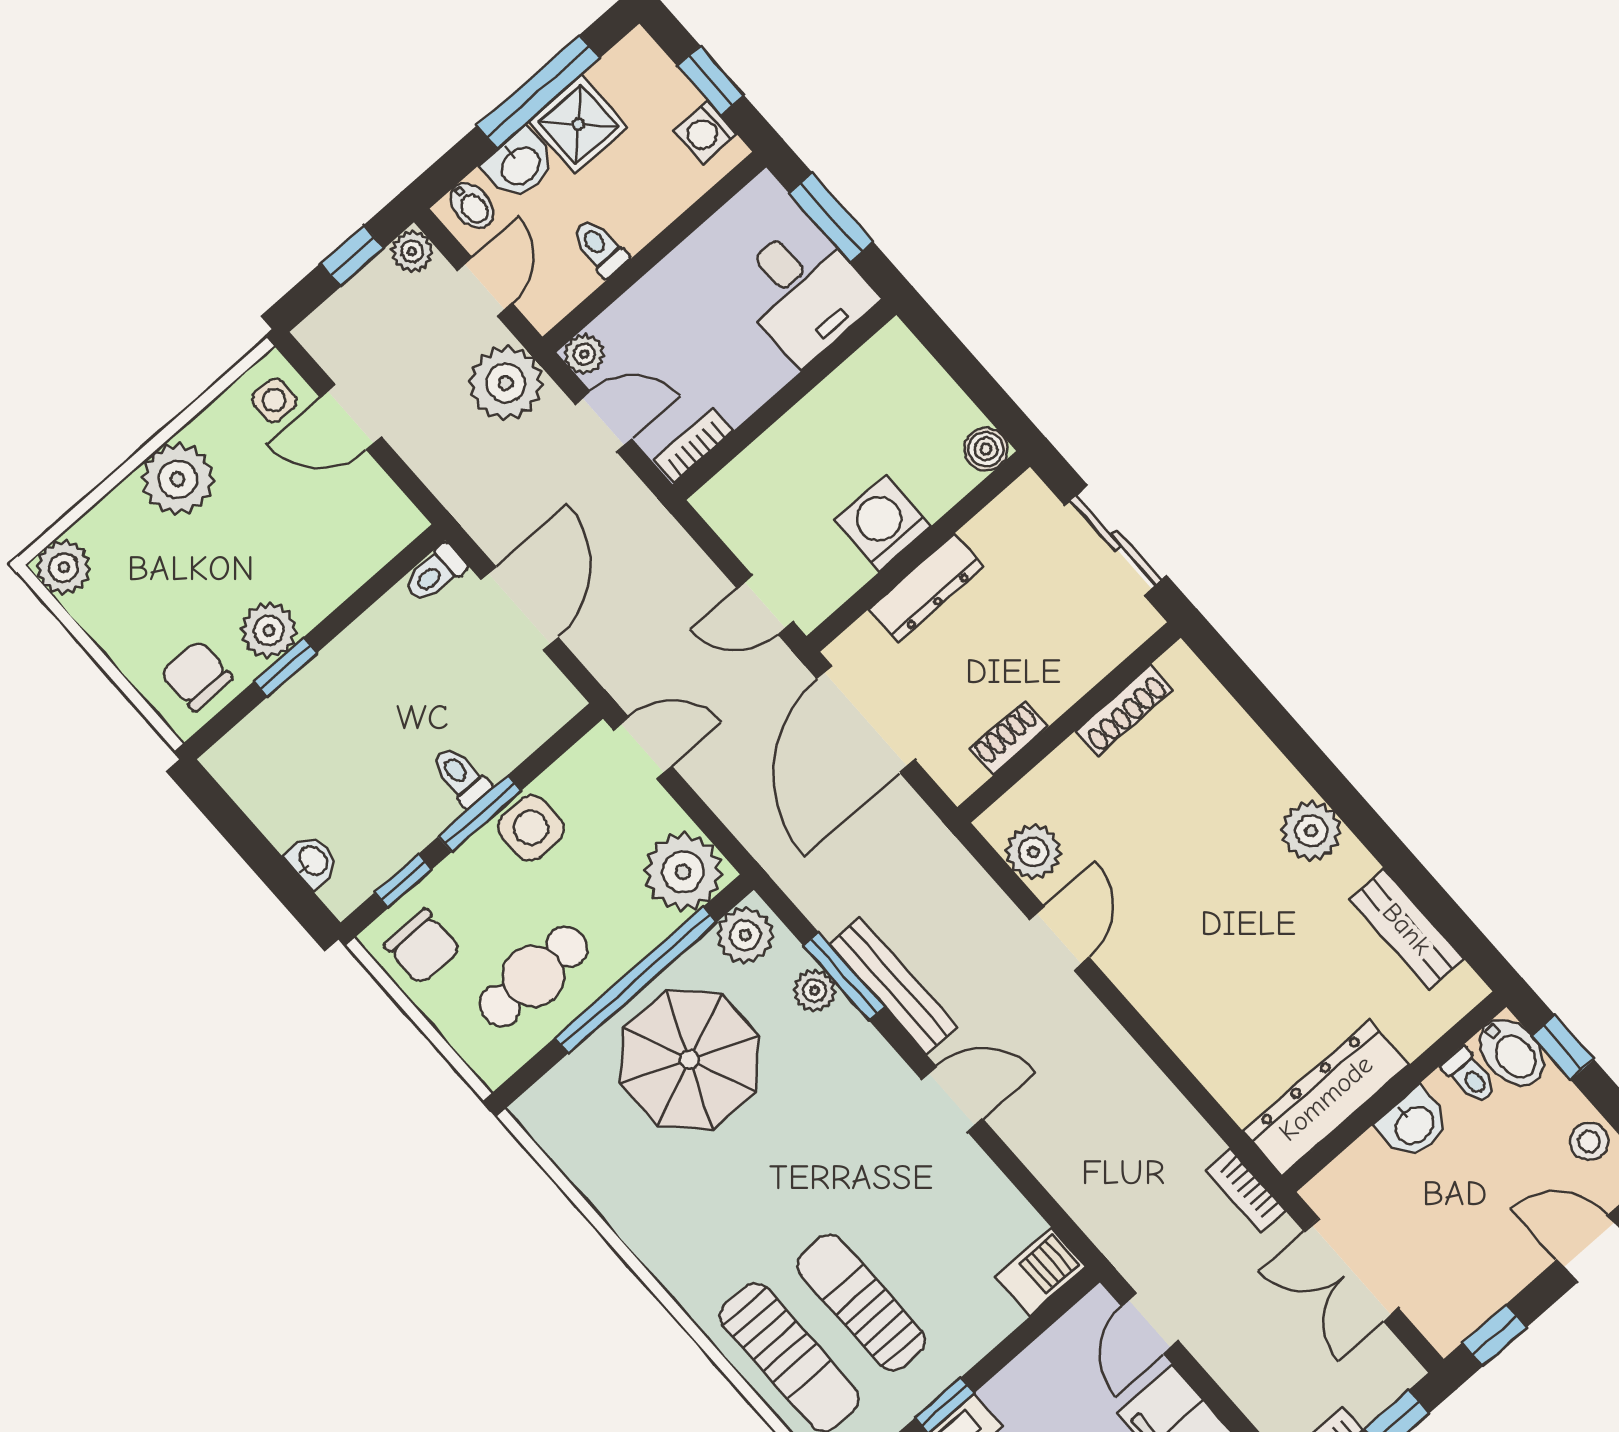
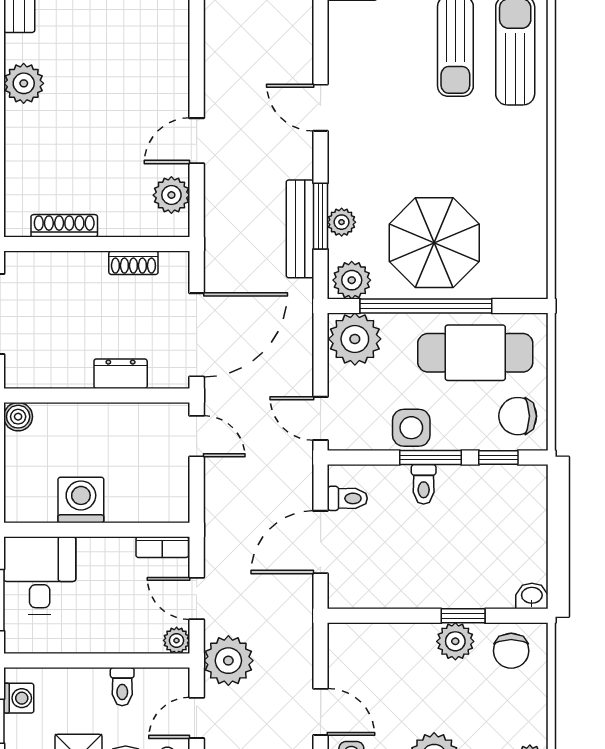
washing machine: (883, 523) -> (81, 500), moved, turned 180
toilet: (435, 574) -> (347, 498), moved
dresser: (926, 588) -> (121, 374), width x0.70
washbasin: (312, 861) -> (532, 596), moved, turned 90
chair: (423, 947) -> (518, 416), turned -90
cafe table: (533, 976) -> (475, 353), width x1.37, depth x1.35
bench: (893, 986) -> (300, 229), moved

